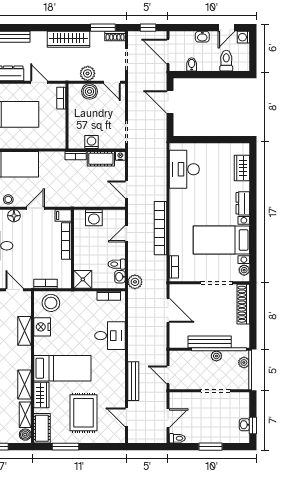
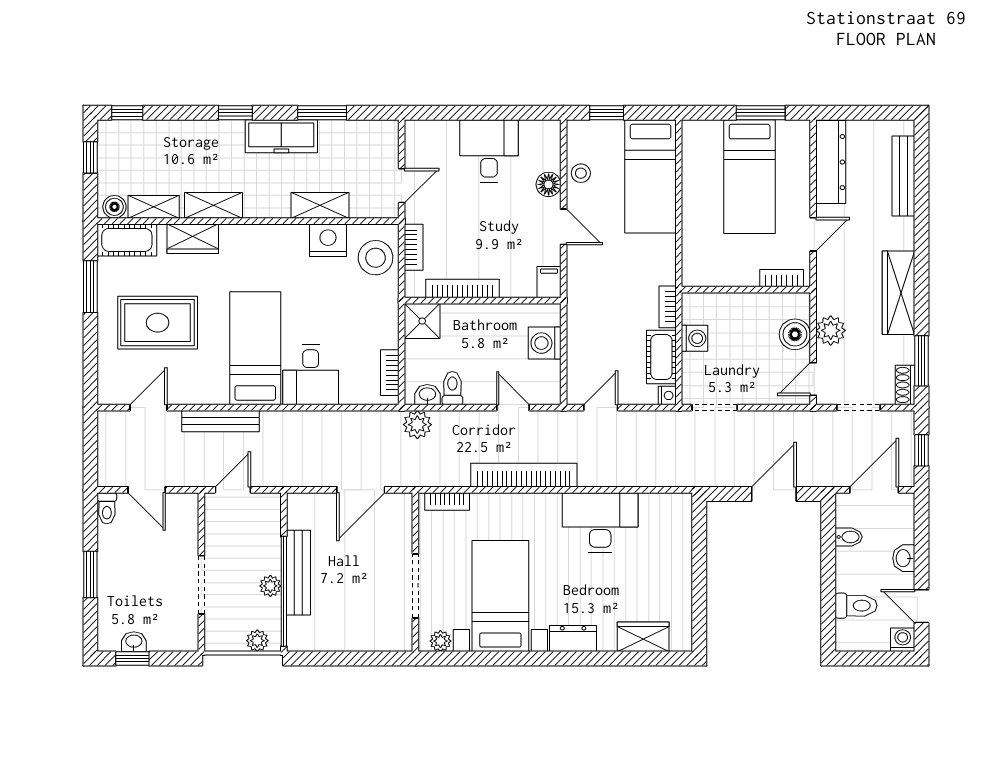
desk: (184, 169) -> (600, 522), moved
bookcase: (66, 241) -> (462, 288), moved
shoe rack: (243, 304) -> (373, 639), removed
bed: (62, 368) -> (255, 348), moved, turned 180

